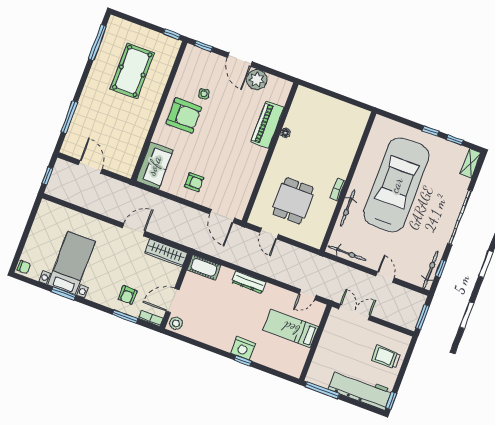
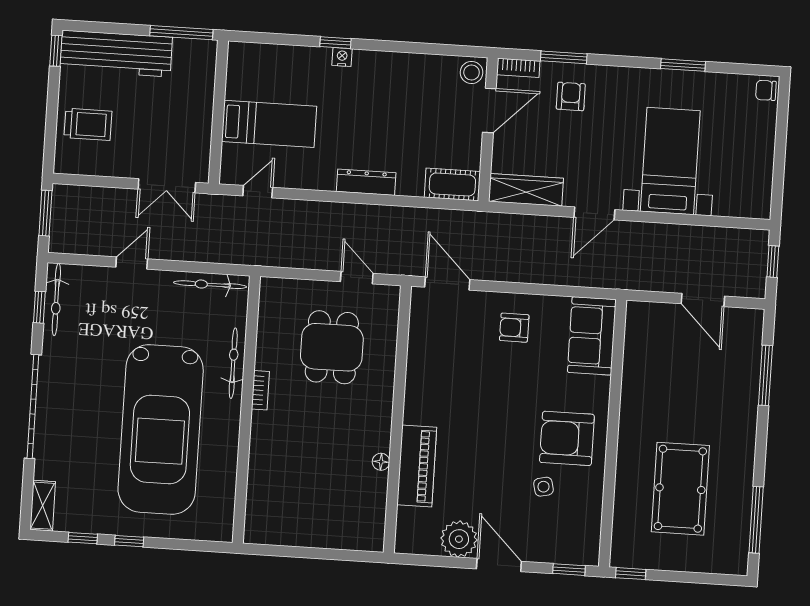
bed with nightstands: (72, 263) -> (670, 161), moved, turned 180
door: (385, 277) -> (132, 263), swing flipped
nightstand: (243, 348) -> (342, 57), width x0.53, depth x0.56

